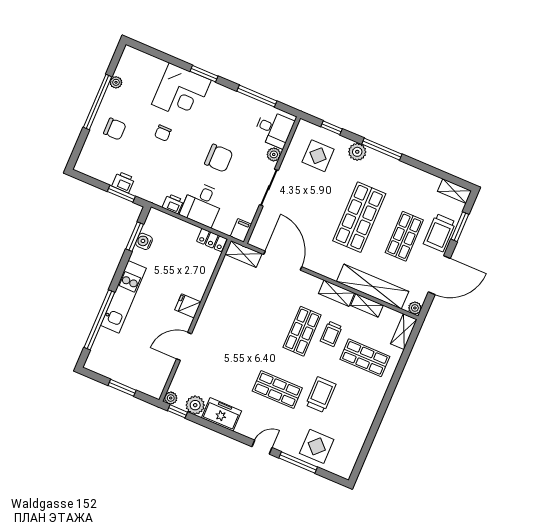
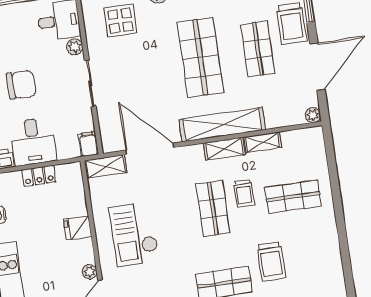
locker: (212, 240) -> (39, 176), moved
shelving: (373, 287) -> (222, 125), moved
fridge: (188, 306) -> (78, 228), moved
checkout: (234, 315) -> (134, 234), added
plant: (186, 323) -> (90, 272), added
shelving: (404, 332) -> (316, 146), removed
trolley: (321, 395) -> (271, 261), turned 180

